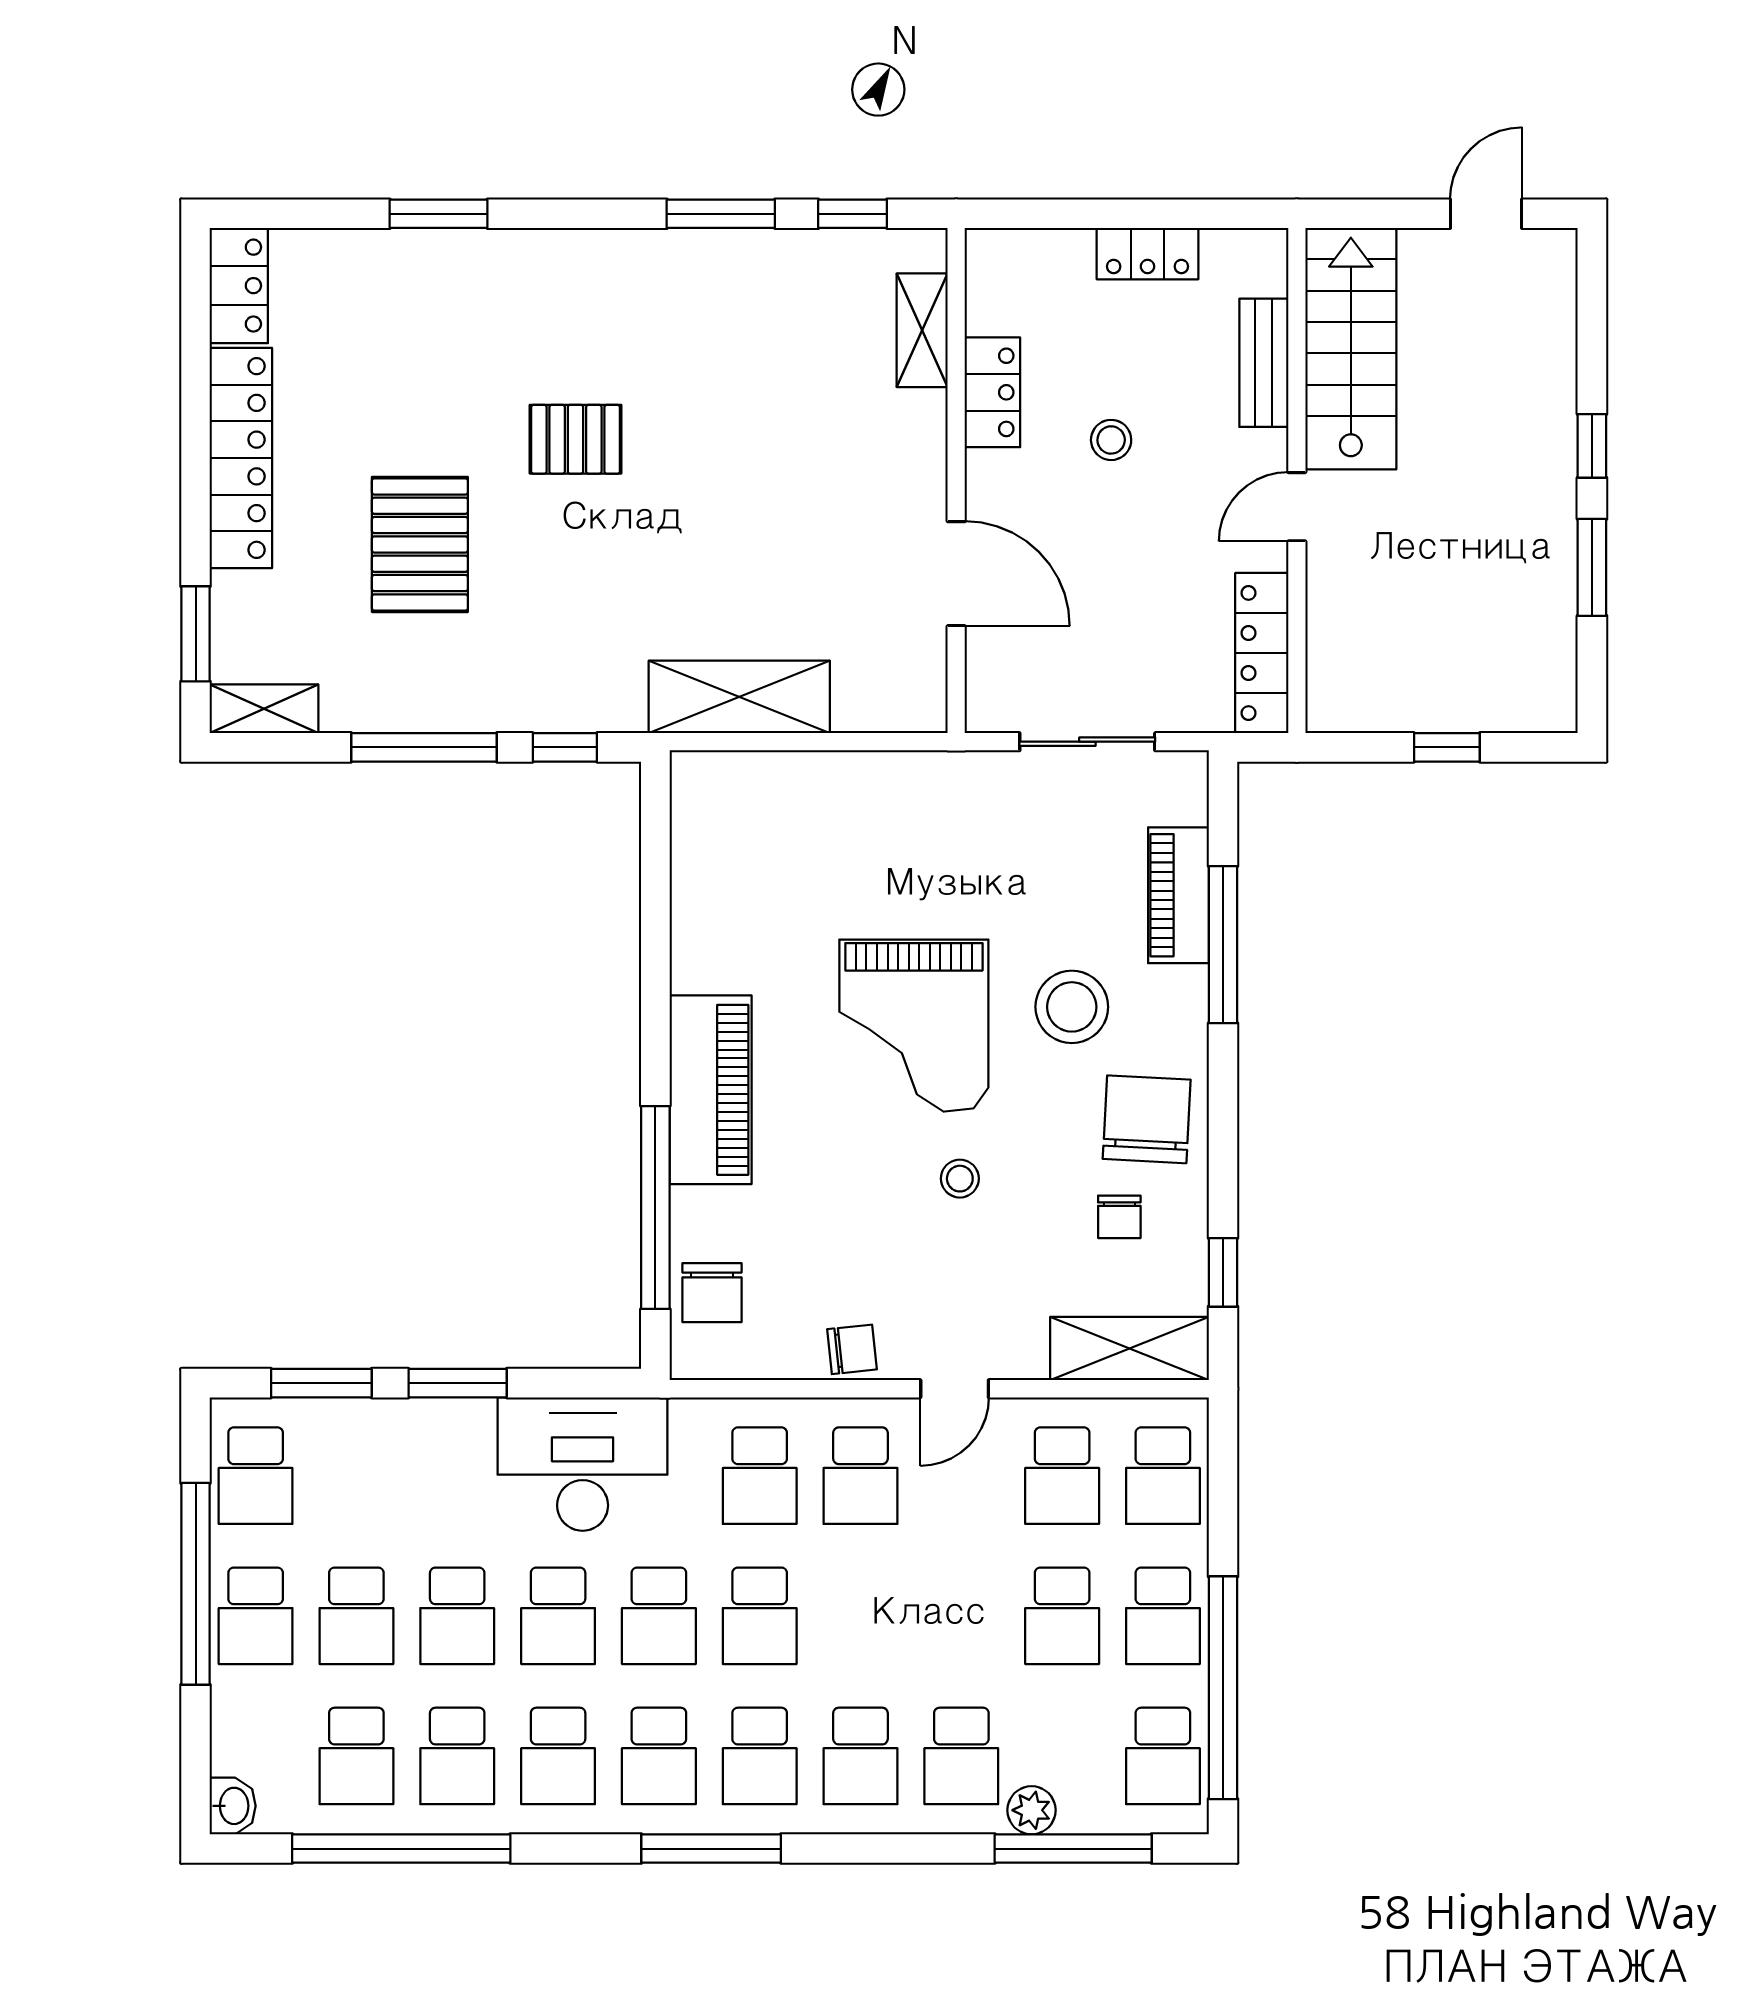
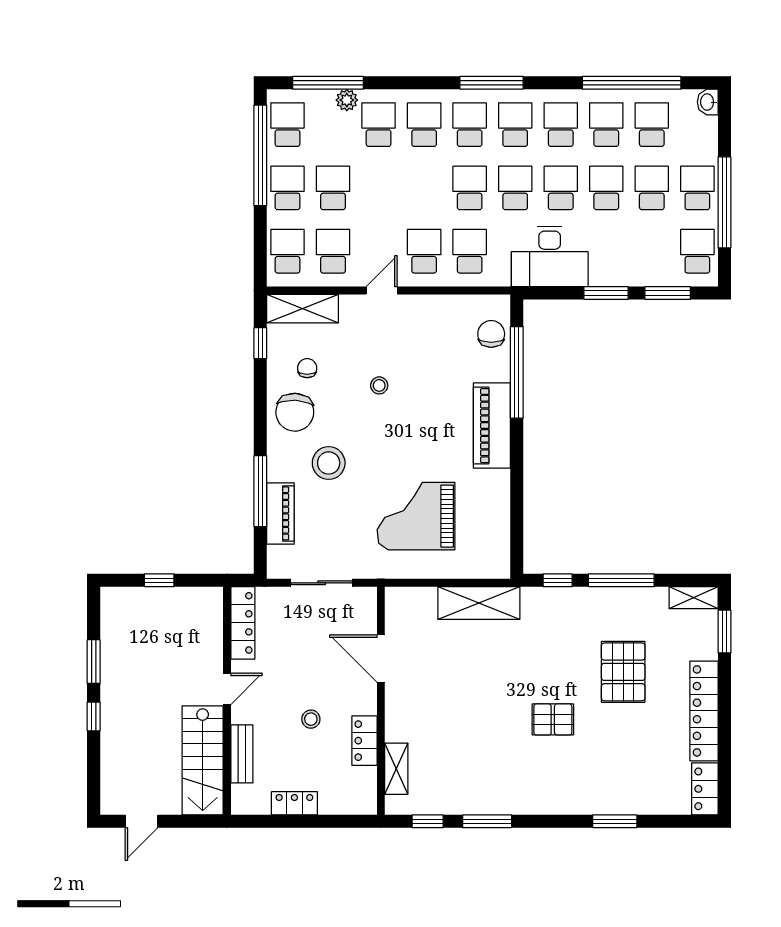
grand piano: (914, 1026) -> (416, 516), moved, turned -90
chair: (852, 1349) -> (428, 308), removed

